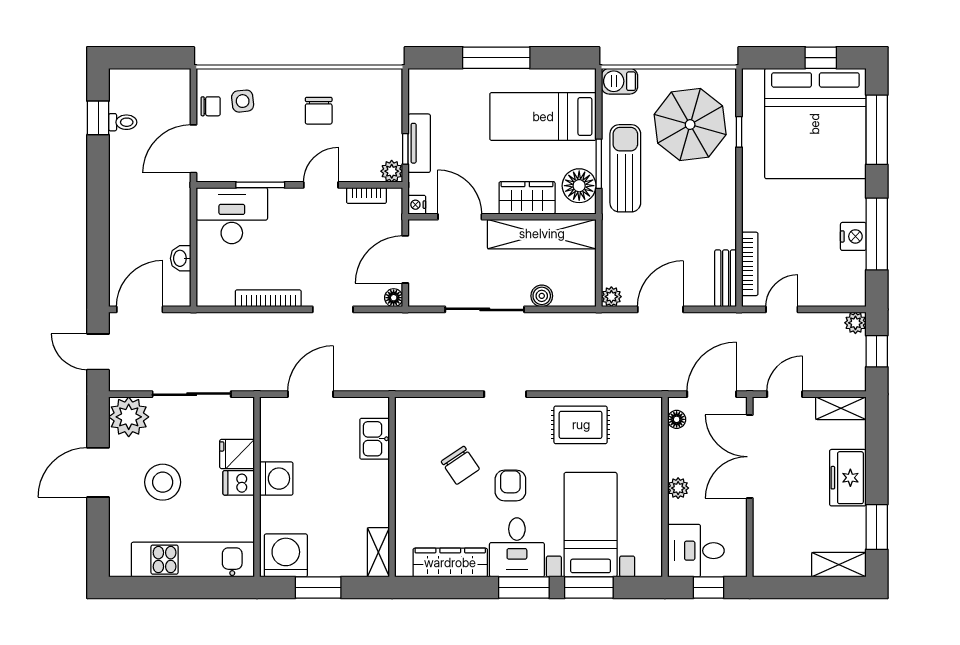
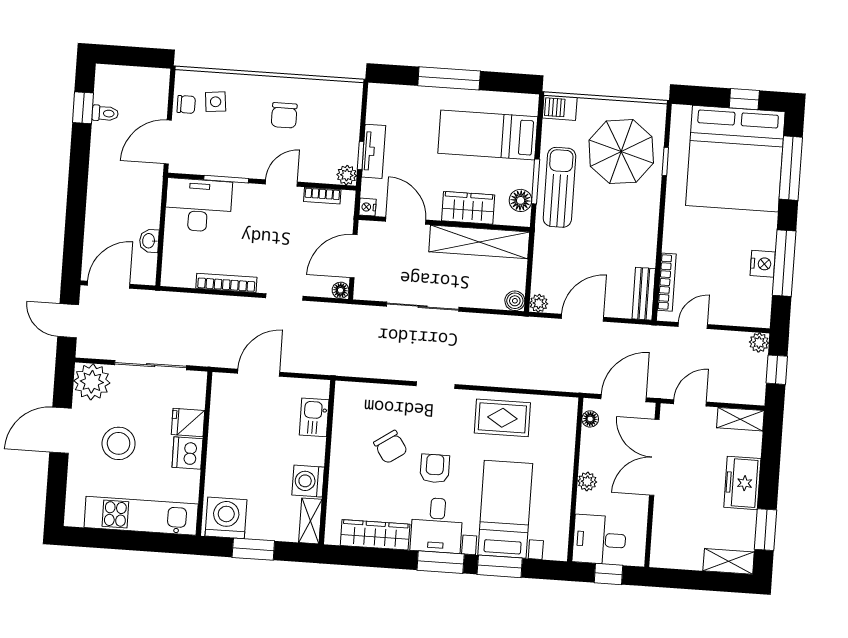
floor lamp: (579, 186) -> (521, 200), width x0.73, depth x0.73
boiler: (542, 296) -> (515, 301), moved
washing machine: (276, 479) -> (308, 481), moved, turned 180
dishwasher: (239, 483) -> (187, 453), width x1.38

